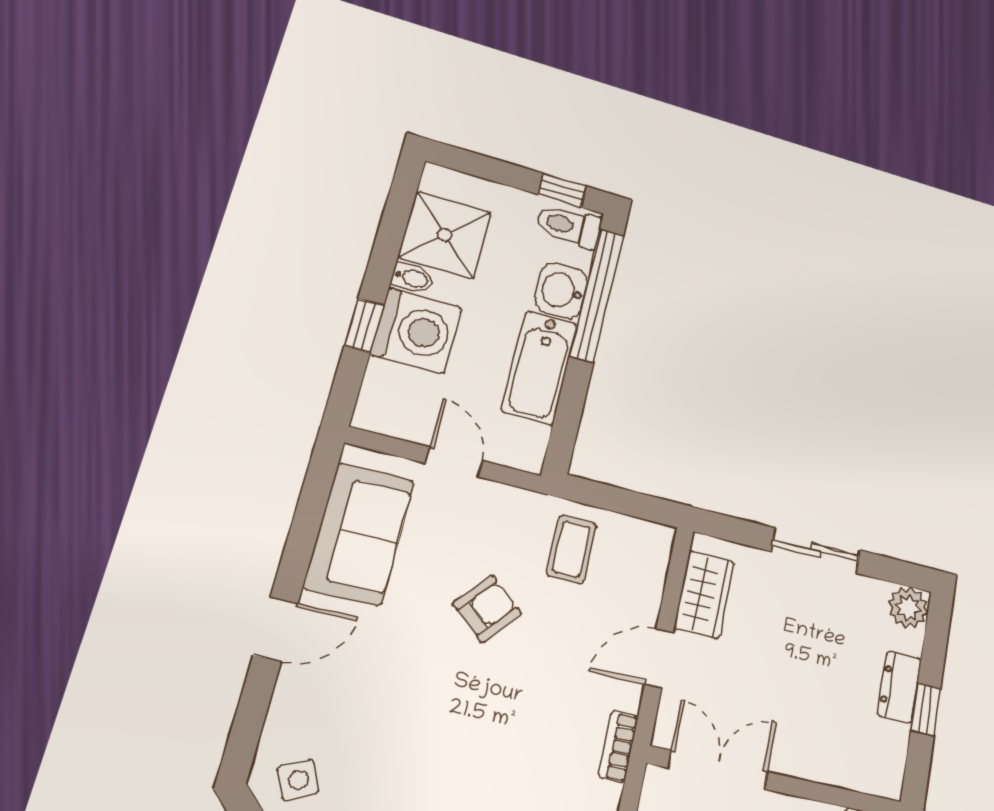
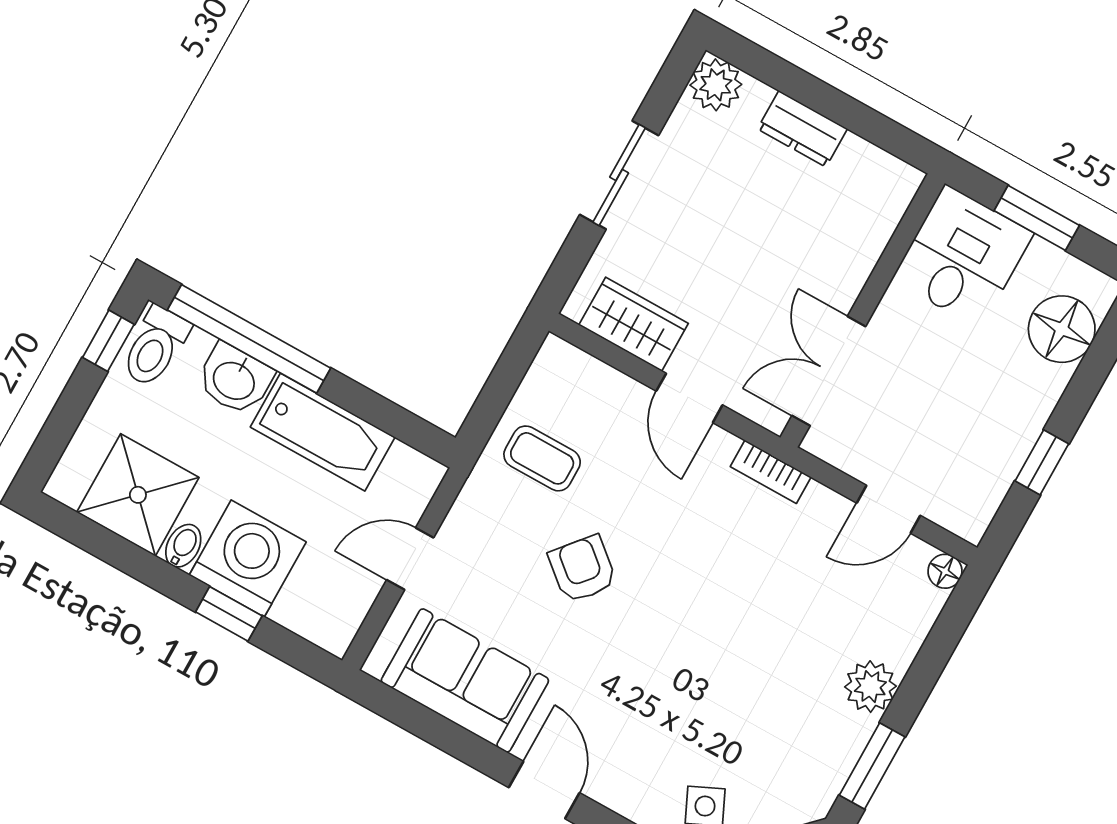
window: (926, 709) -> (837, 106), removed

